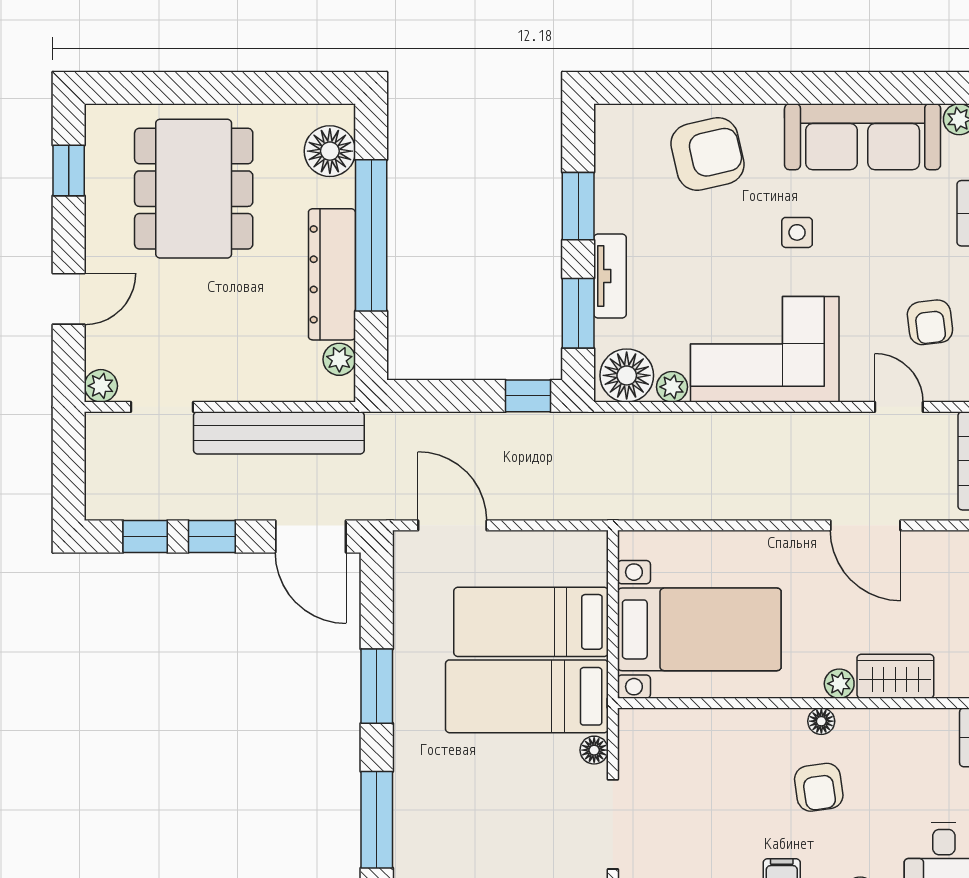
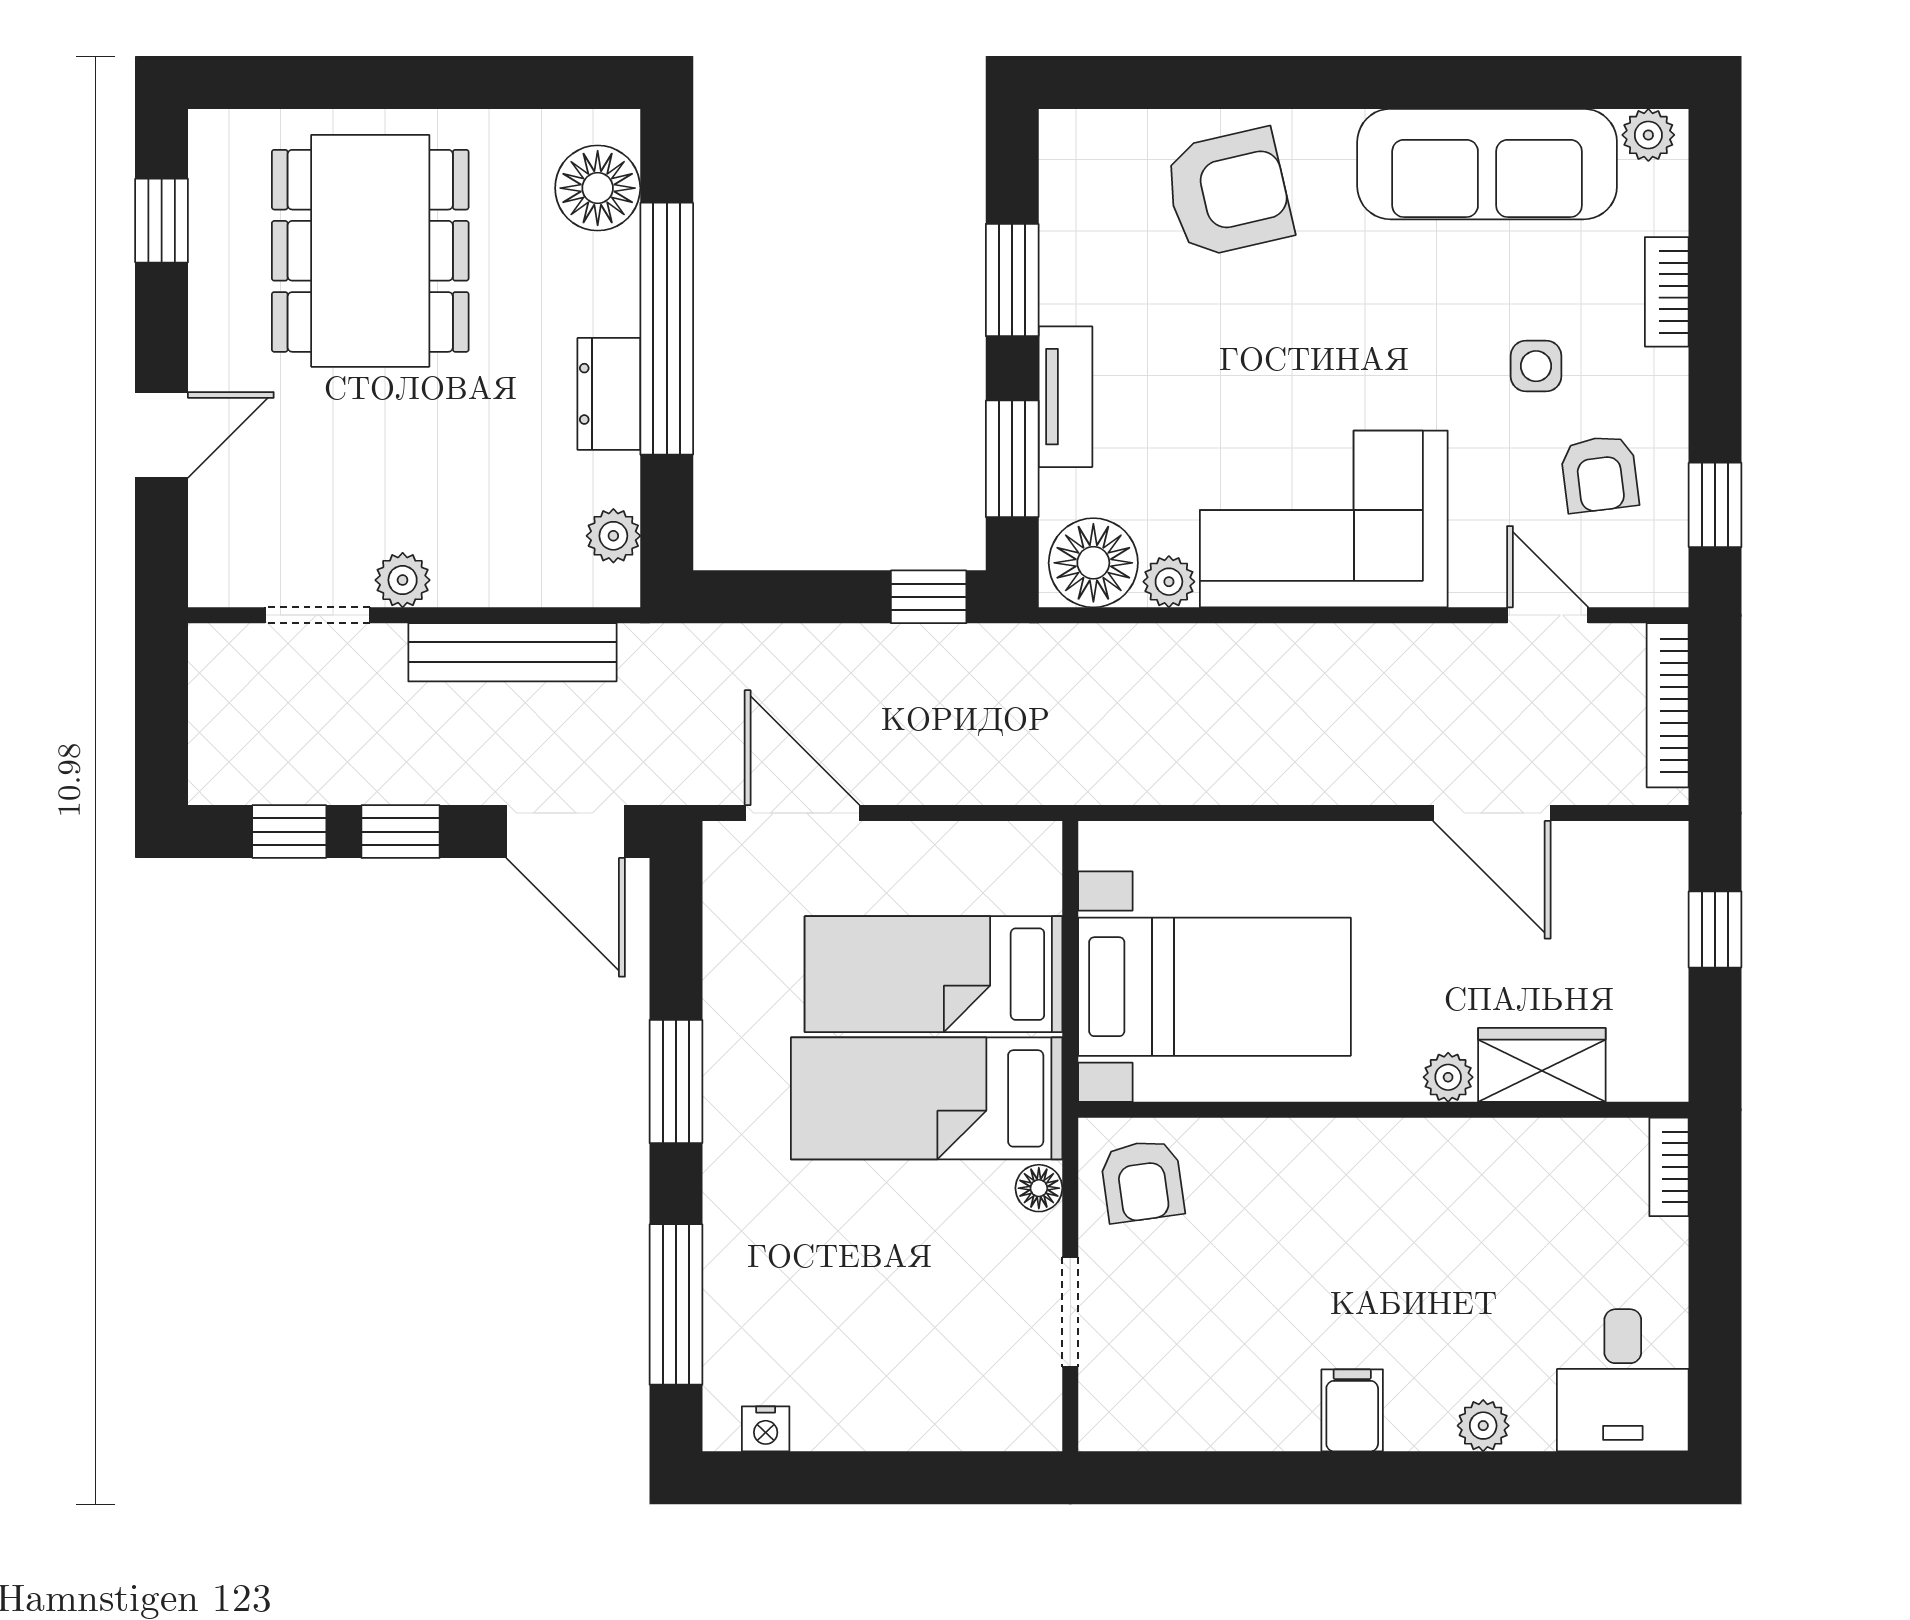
side table: (797, 232) -> (1536, 366), moved
dresser: (332, 274) -> (609, 394), width x0.51, depth x0.80
plant: (101, 386) -> (403, 580), moved
bench: (279, 433) -> (512, 652), width x0.73, depth x0.82
floor lamp: (821, 721) -> (1418, 1140), removed
armchair: (819, 787) -> (1142, 1181), moved
doorway: (613, 824) -> (1070, 1312), width x0.73

